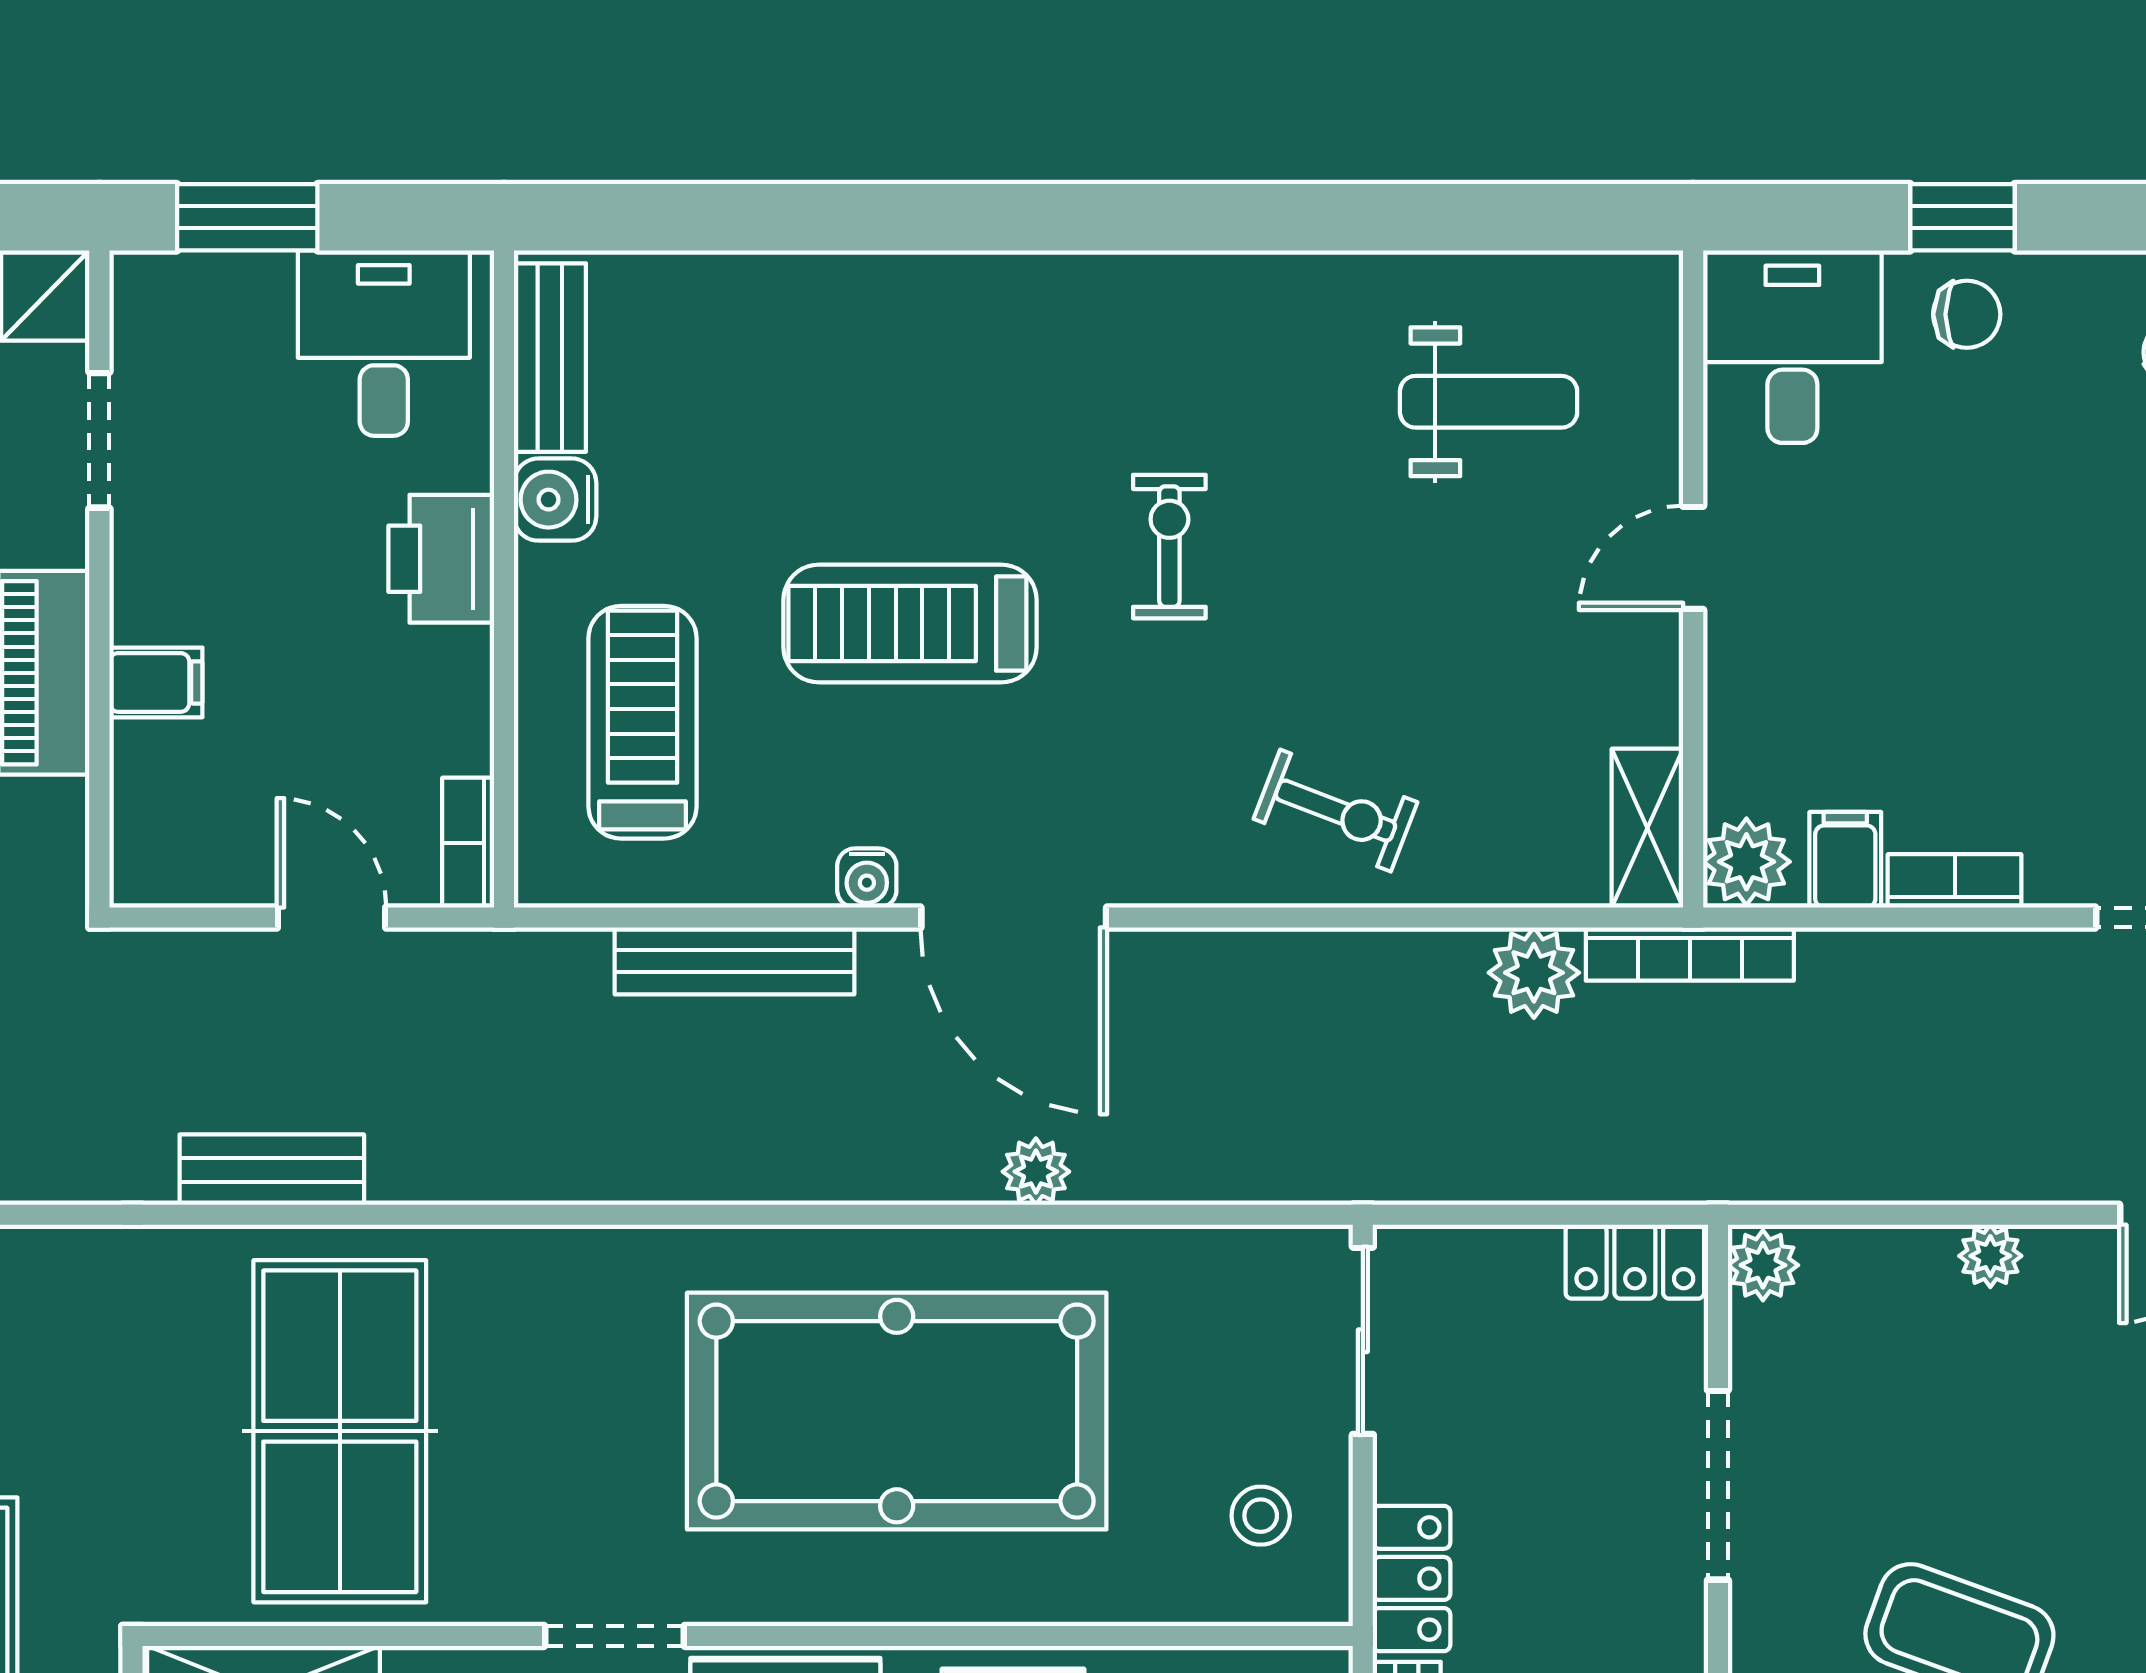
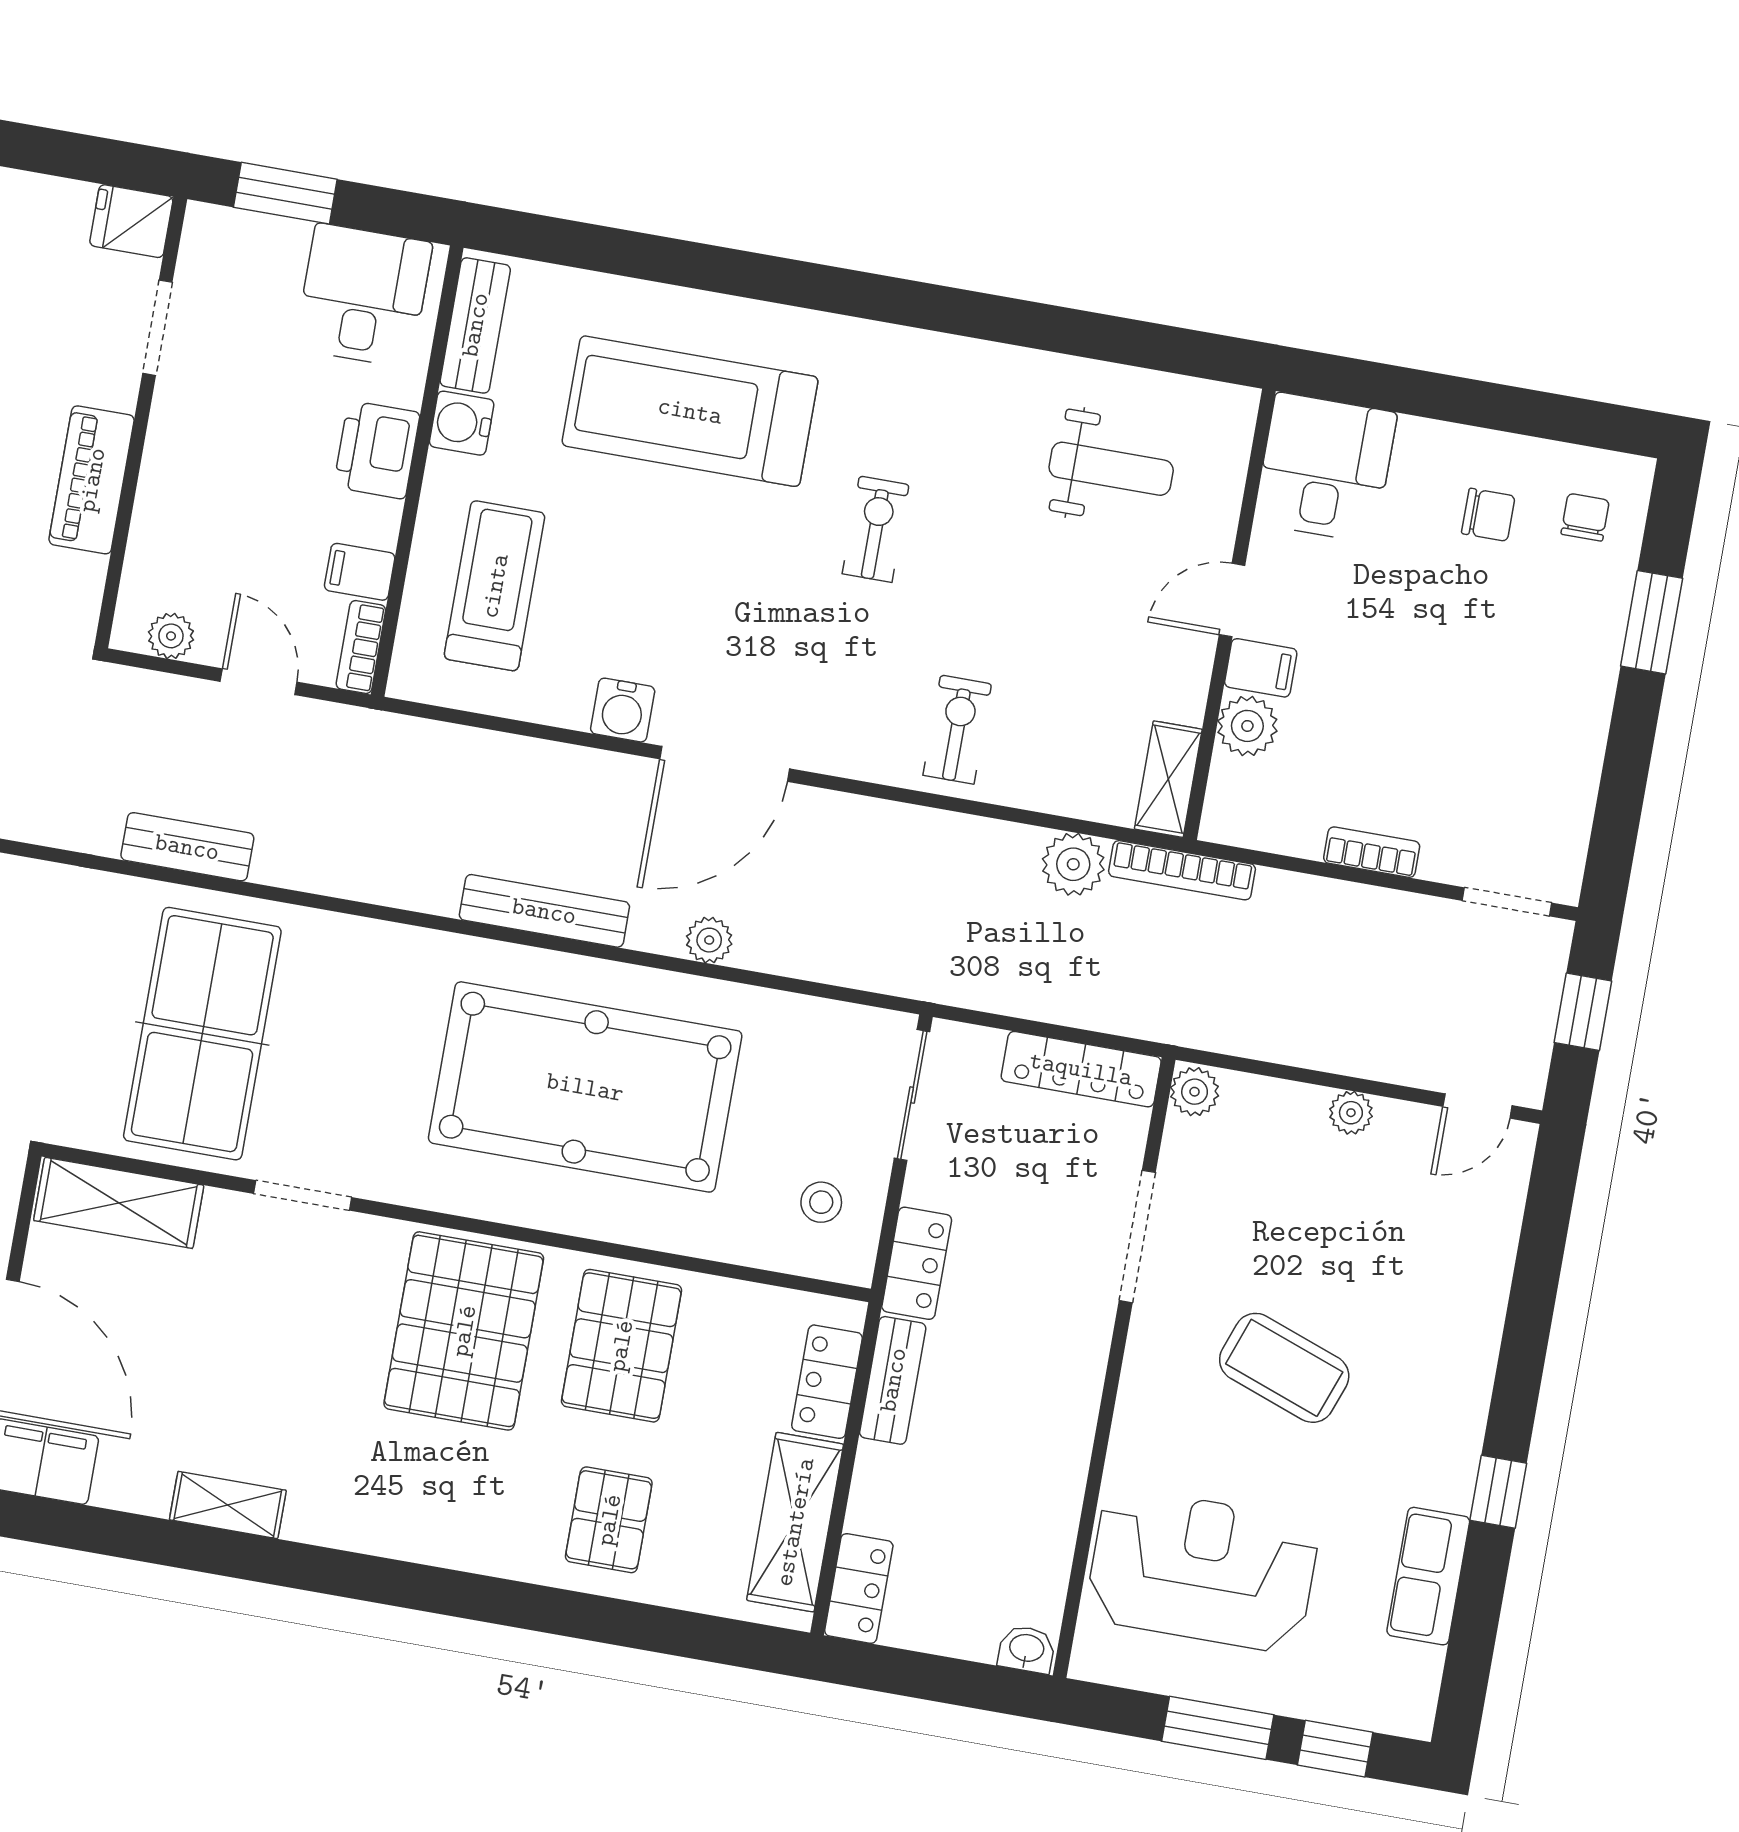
window: (1962, 217) -> (1457, 400), removed
chair: (1967, 314) -> (1488, 515), moved
treadmill: (910, 624) -> (690, 411), moved, width x1.37, depth x1.38
filing cabinet: (156, 682) -> (360, 572), moved, turned 180
exercise bike: (1336, 811) -> (957, 730), turned -111
filing cabinet: (1845, 860) -> (1261, 668), moved, turned 90
plant: (1746, 862) -> (1247, 726), moved
plant: (196, 874) -> (171, 636), added
water cooler: (867, 878) -> (623, 710), width x1.38, depth x1.38
door: (1014, 917) -> (725, 764), hinge flipped
bench: (734, 961) -> (544, 911), moved
locker: (1635, 1262) -> (1081, 1069), width x1.53
doorway: (614, 1636) -> (303, 1195), moved

